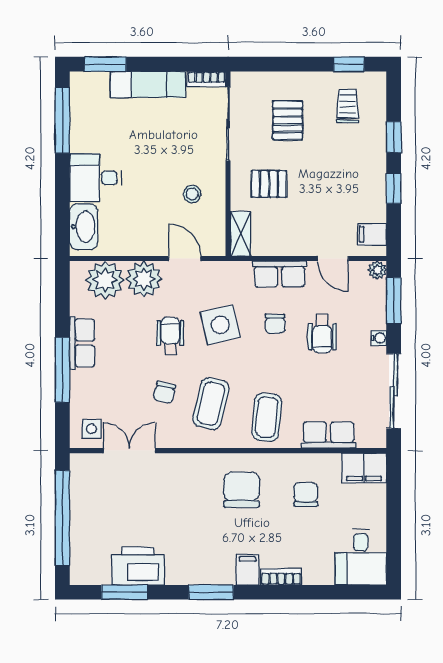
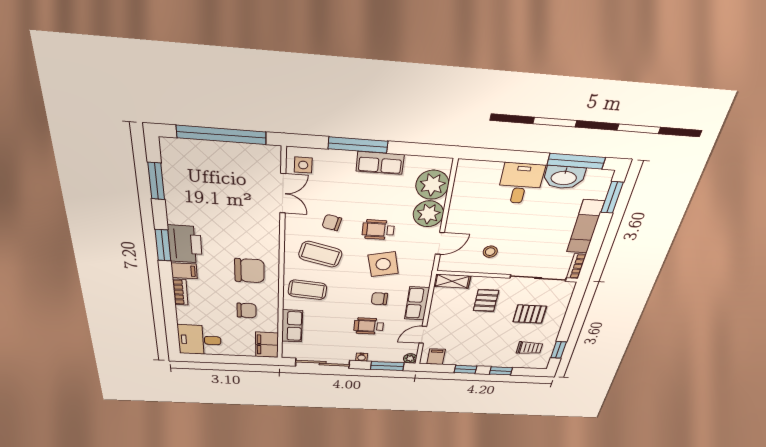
washbasin: (84, 227) -> (564, 177), moved
wheelchair: (170, 336) -> (378, 230), turned 180
printer: (138, 566) -> (185, 244), moved

